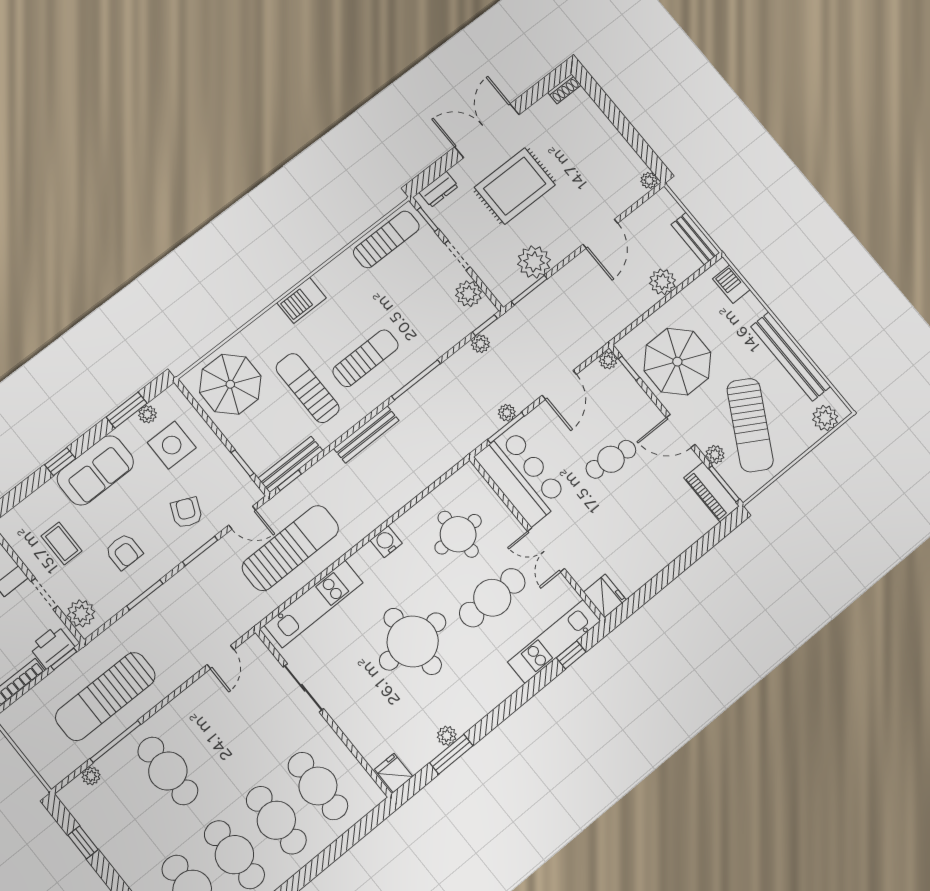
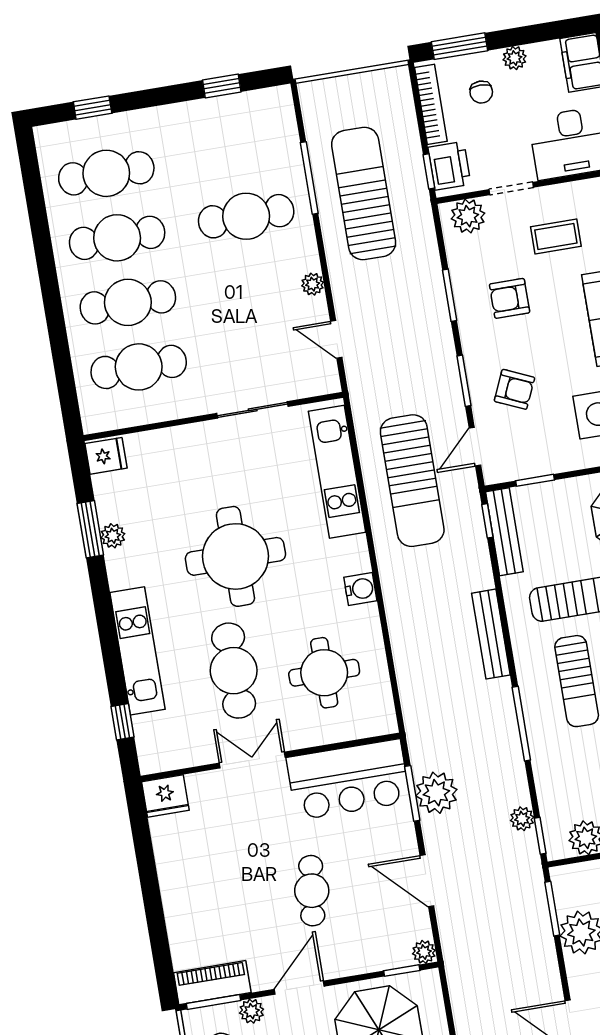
plant: (507, 413) -> (436, 793), width x1.88, depth x1.88
kitchen unit: (554, 641) -> (137, 651), moved
plant: (91, 776) -> (313, 284), moved

